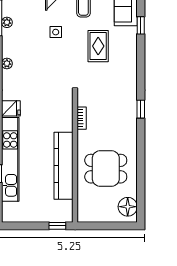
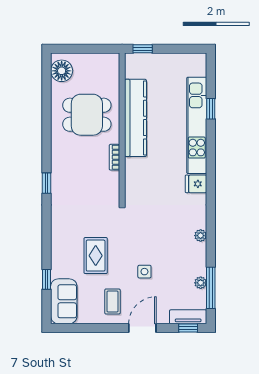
bookcase: (82, 118) -> (114, 157), moved

